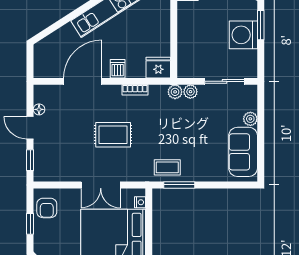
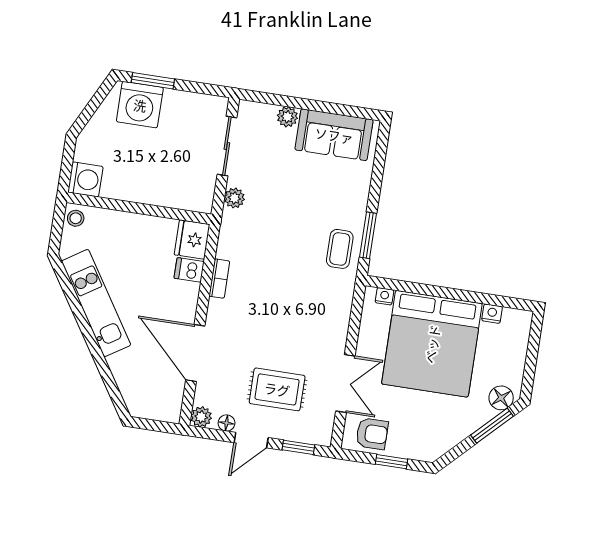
washing machine: (243, 35) -> (140, 105), moved
dishwasher: (118, 69) -> (189, 270), moved
plant: (175, 92) -> (201, 417), moved
rug: (113, 135) -> (277, 389), moved, turned 90
double door: (101, 185) -> (345, 384), moved

